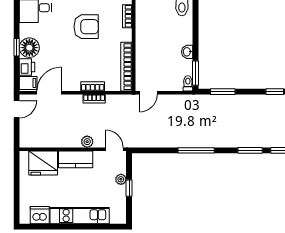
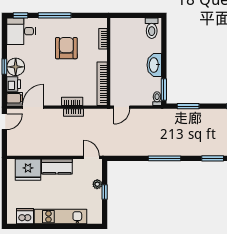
armchair: (86, 27) -> (66, 48), turned -90
washbasin: (187, 52) -> (154, 65), width x1.91, depth x1.45
plant: (87, 142) -> (67, 151), removed

